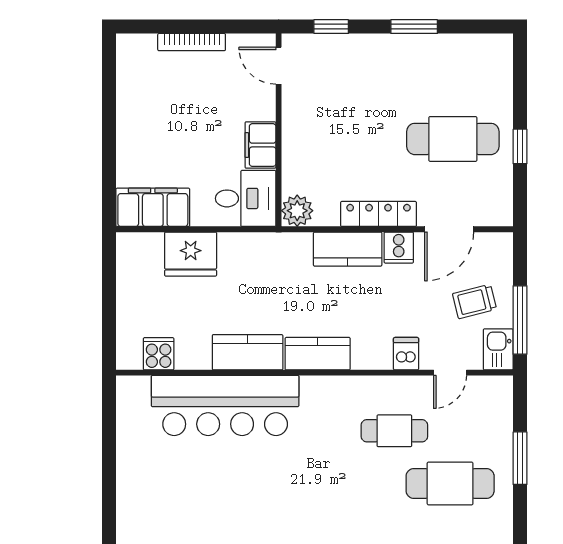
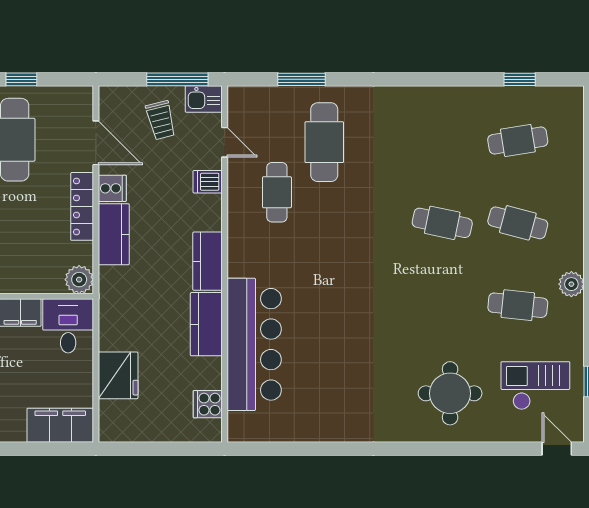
filing cabinet: (153, 207) -> (60, 425), moved, turned 90

